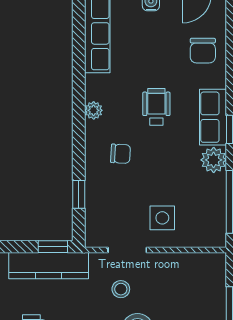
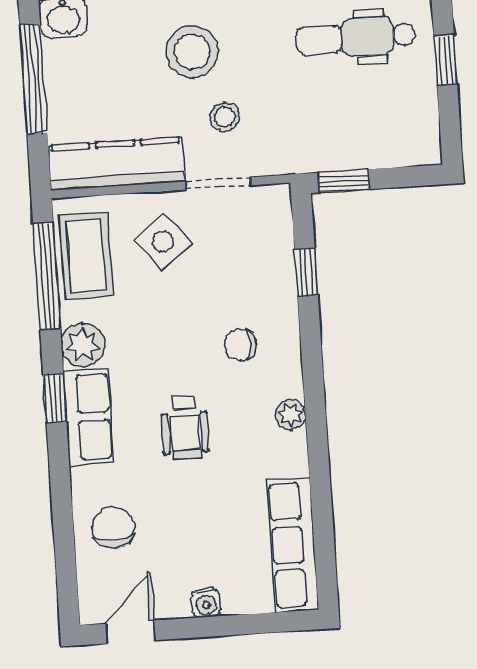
coffee table: (208, 213) -> (86, 255), added
side table: (162, 218) -> (163, 242), turned -38
kitchen counter: (49, 266) -> (116, 164), moved

